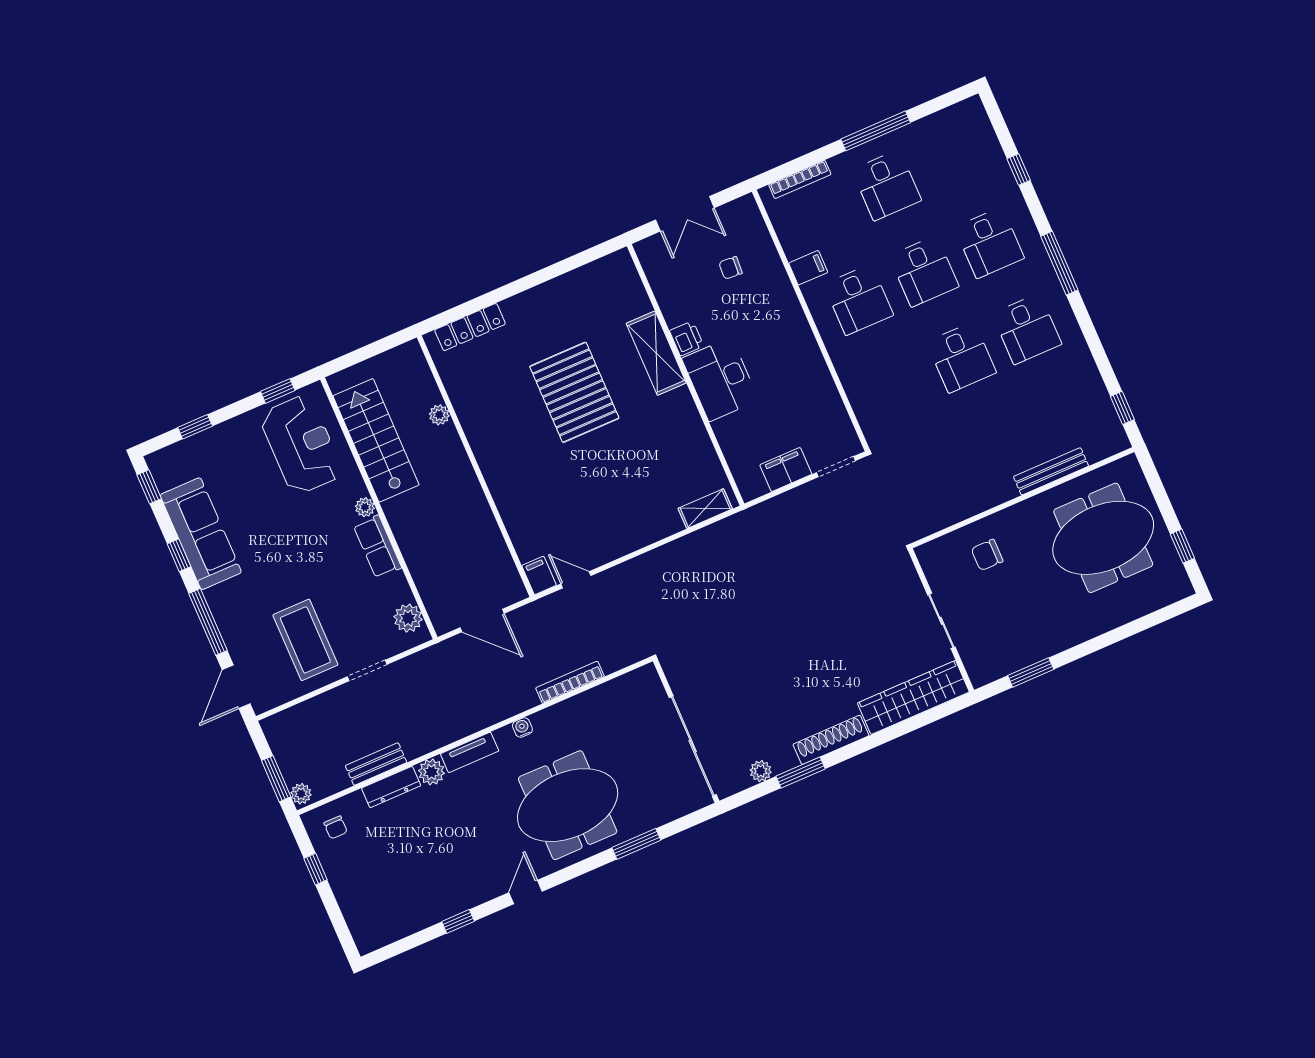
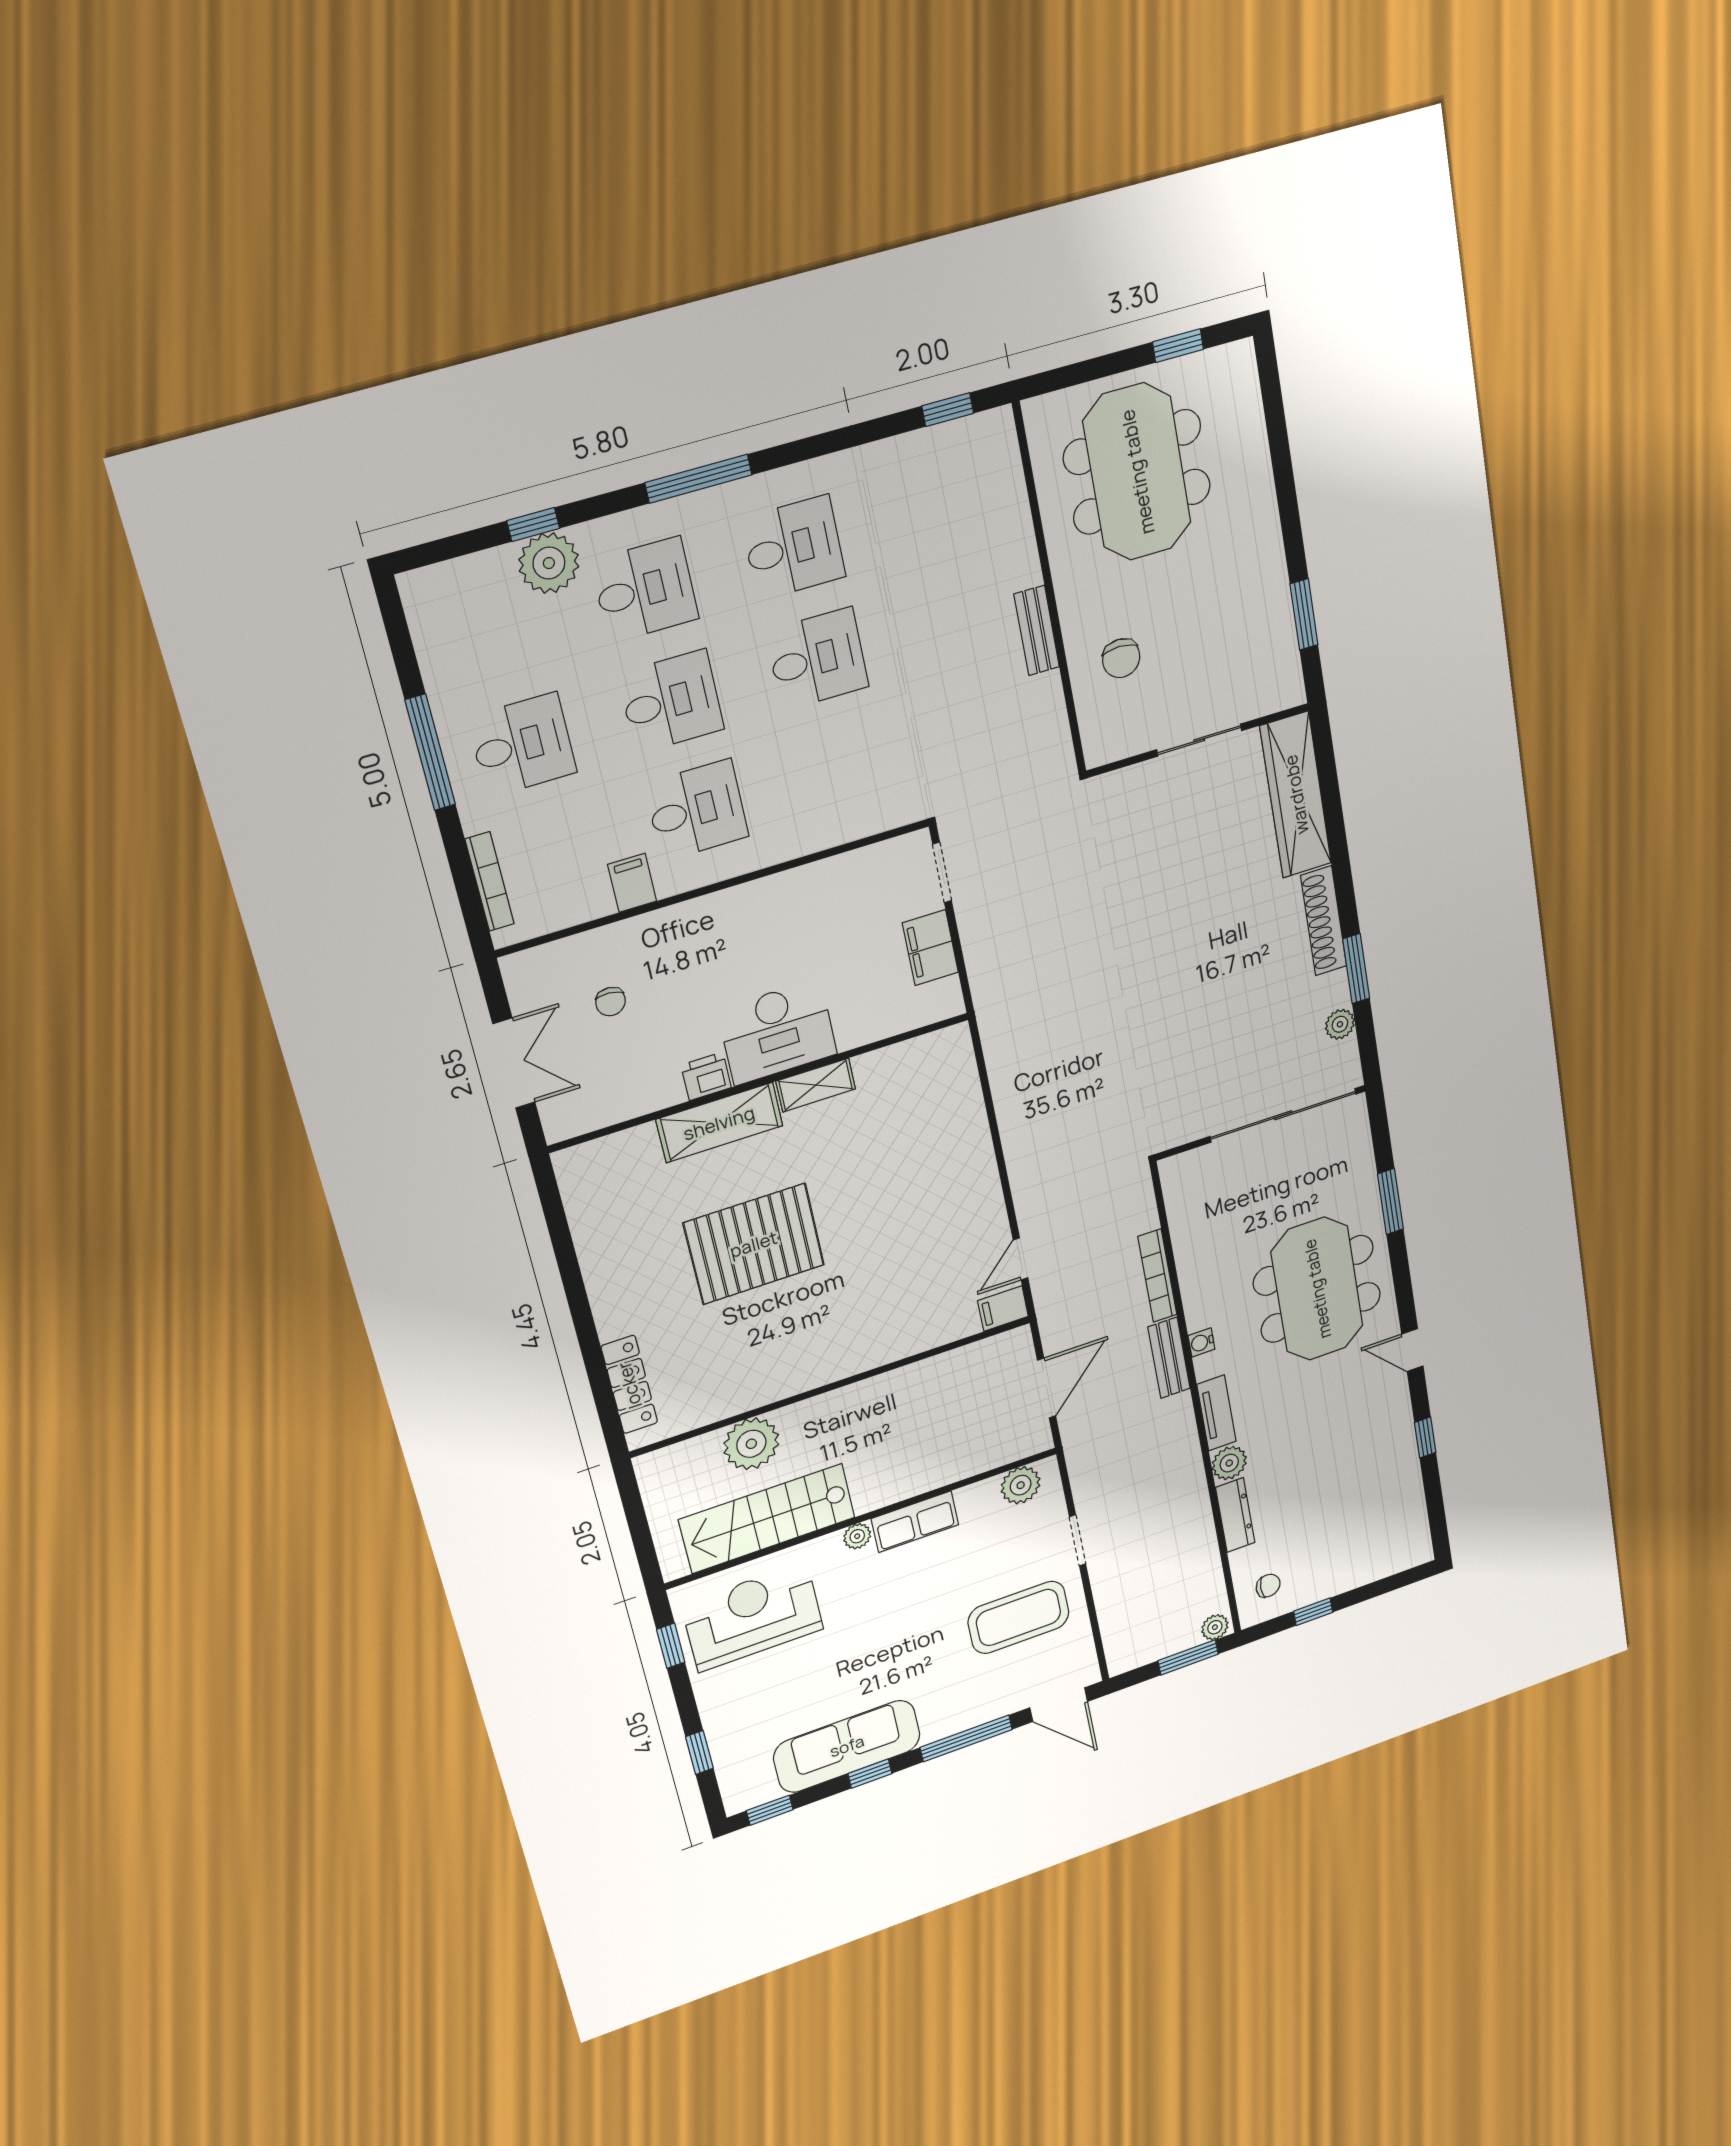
plant: (997, 183) -> (549, 563), added
plant: (439, 415) -> (751, 1444), width x1.88, depth x1.88
bench: (1051, 471) -> (1037, 630), moved, width x0.73
shelving: (705, 509) -> (816, 1085), moved, turned 90
bench: (376, 764) -> (1169, 1358), moved

